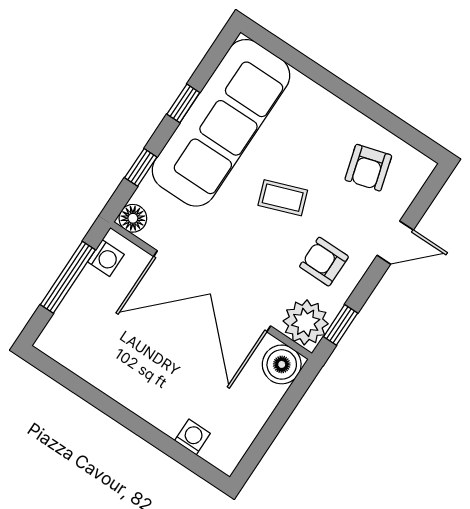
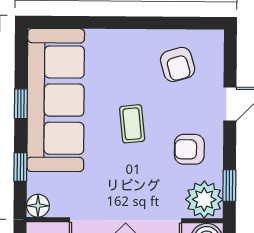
coffee table: (283, 198) -> (132, 124), turned -76

